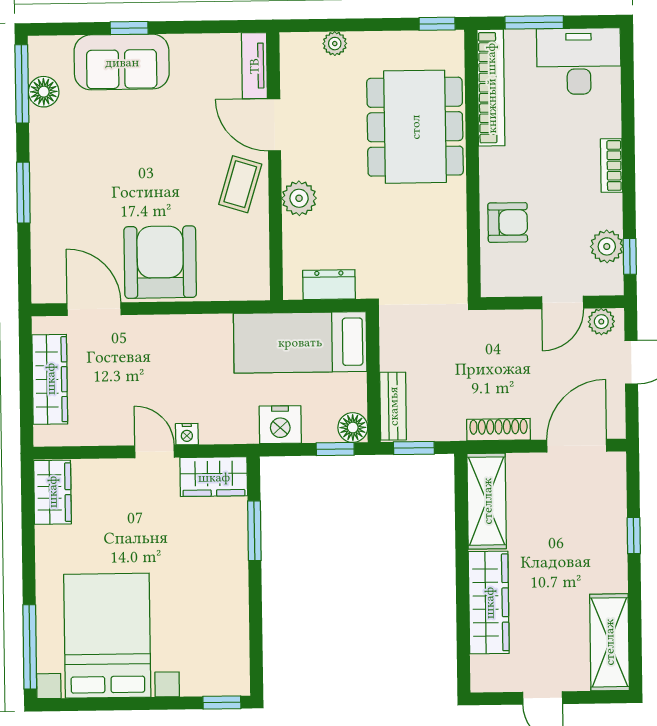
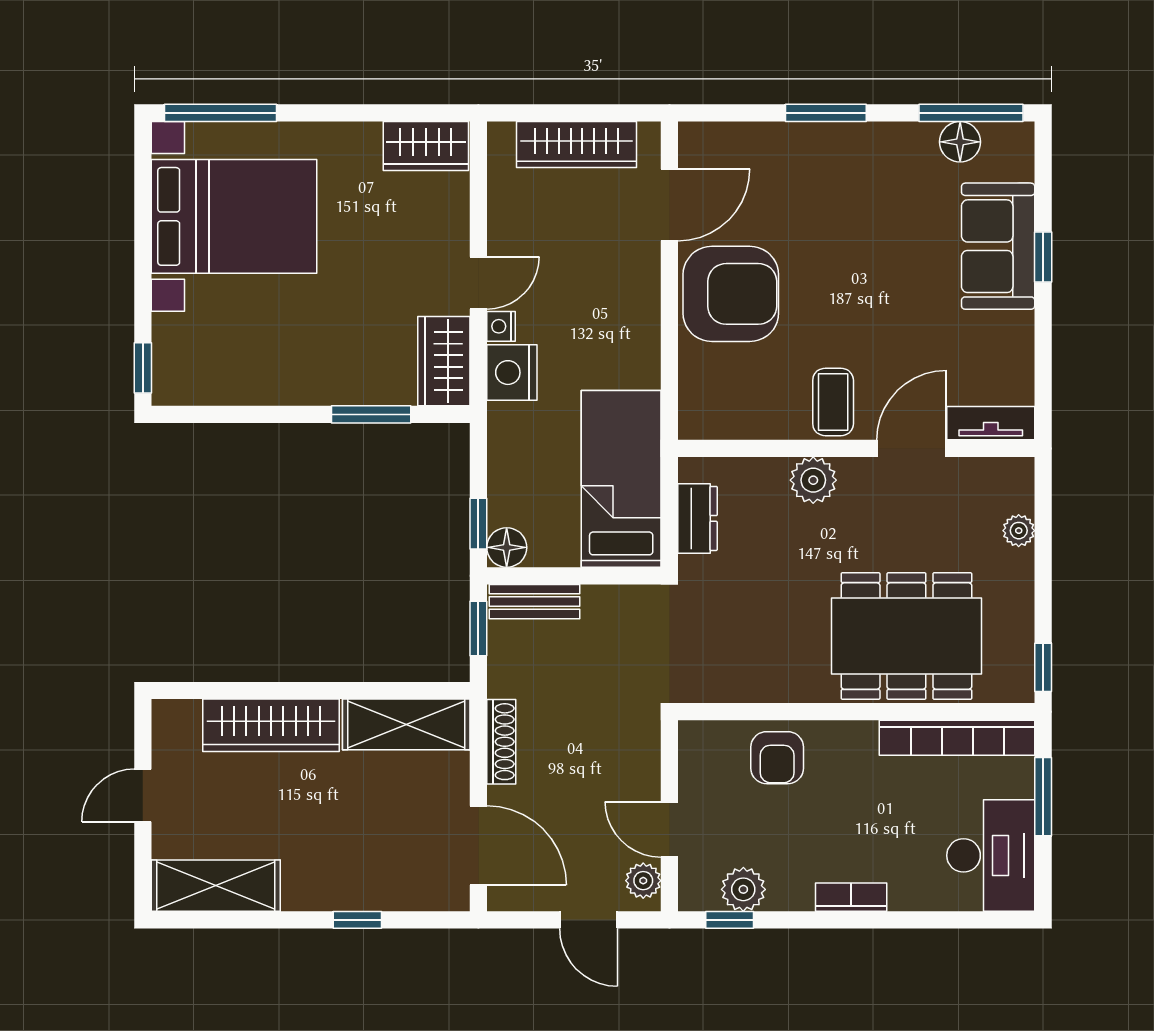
coffee table: (240, 184) -> (833, 402), turned 73
nightstand: (280, 425) -> (512, 373), moved

